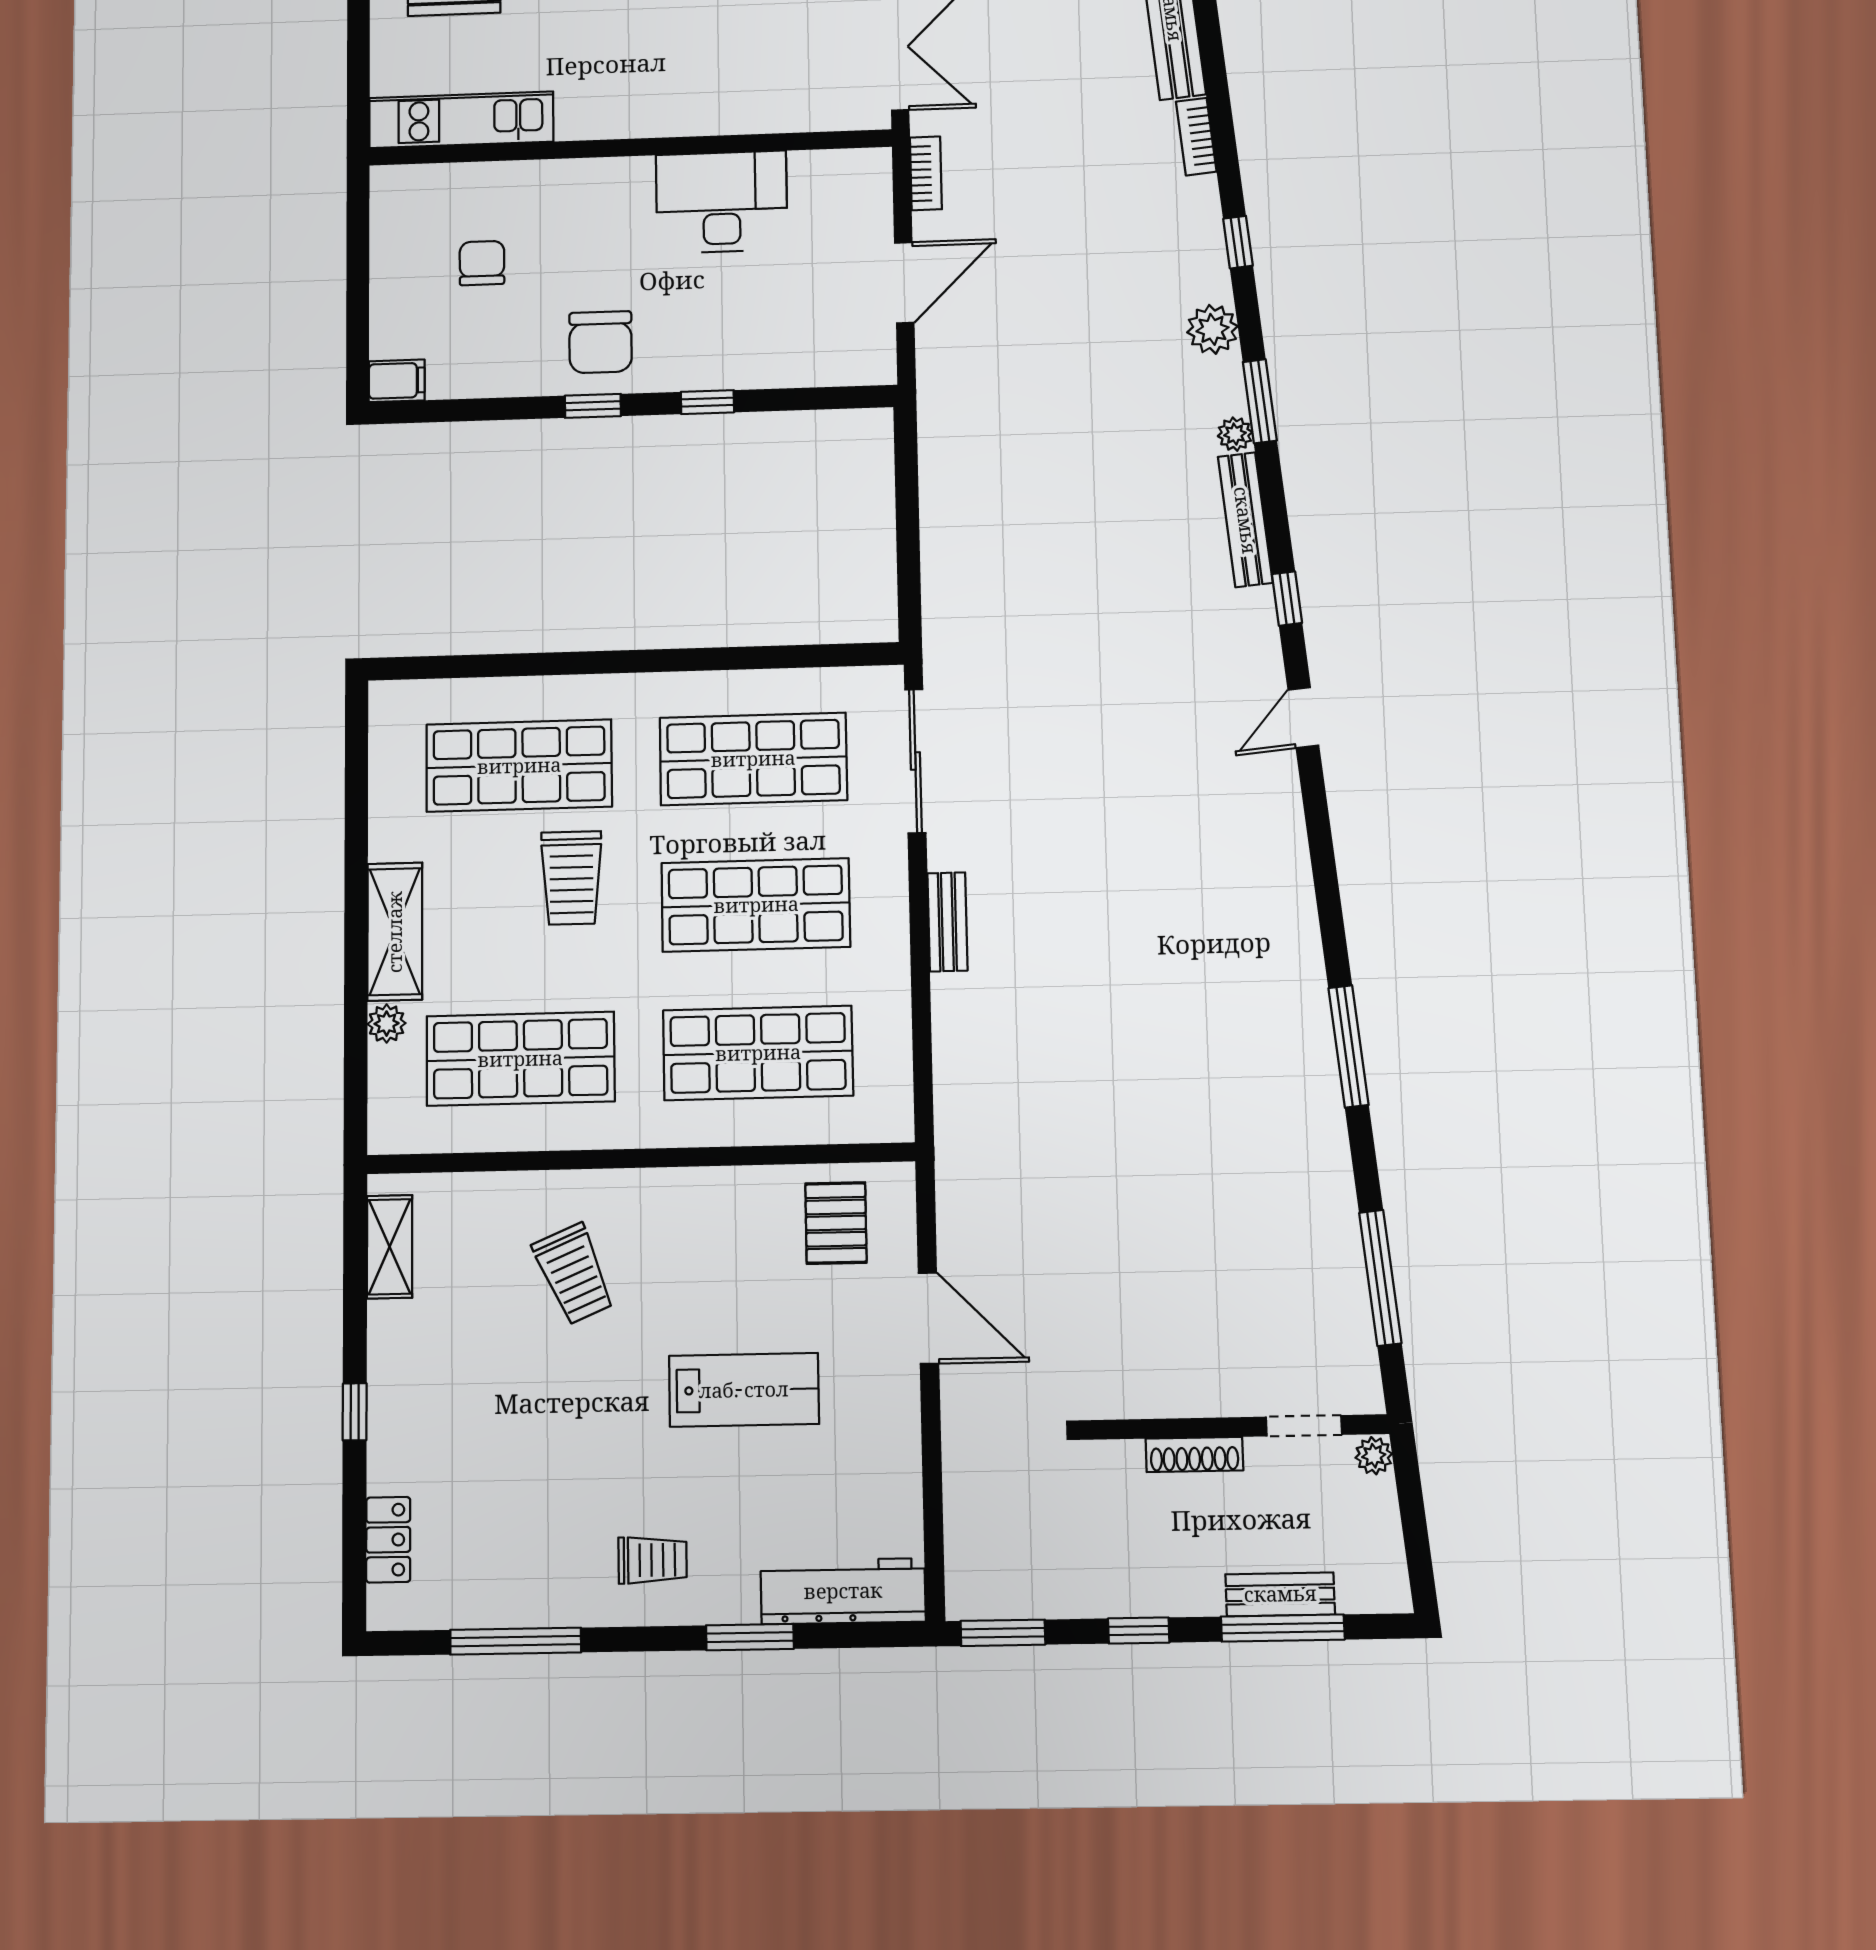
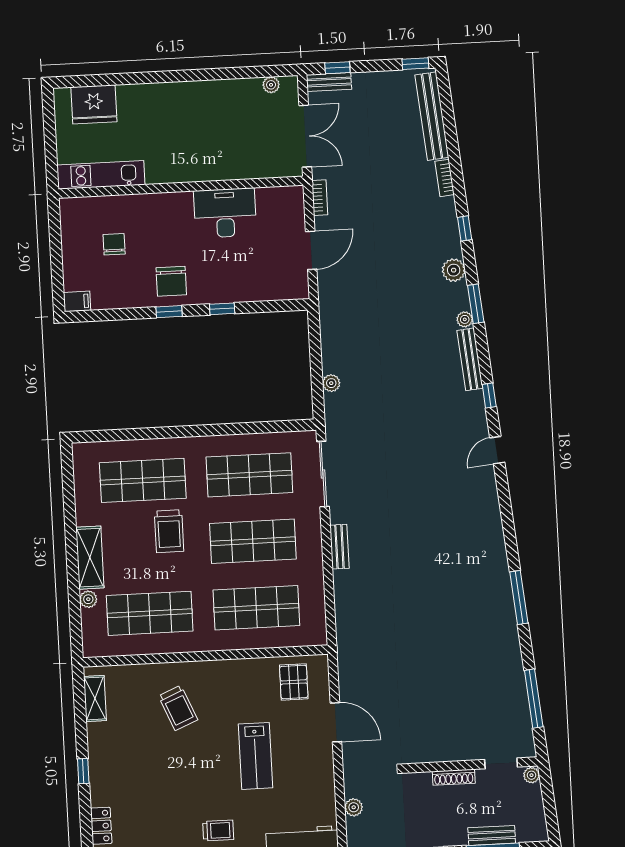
plant: (939, 565) -> (331, 383), added
lab bench: (744, 1390) -> (256, 756), turned 90
plant: (963, 1517) -> (354, 807), added

